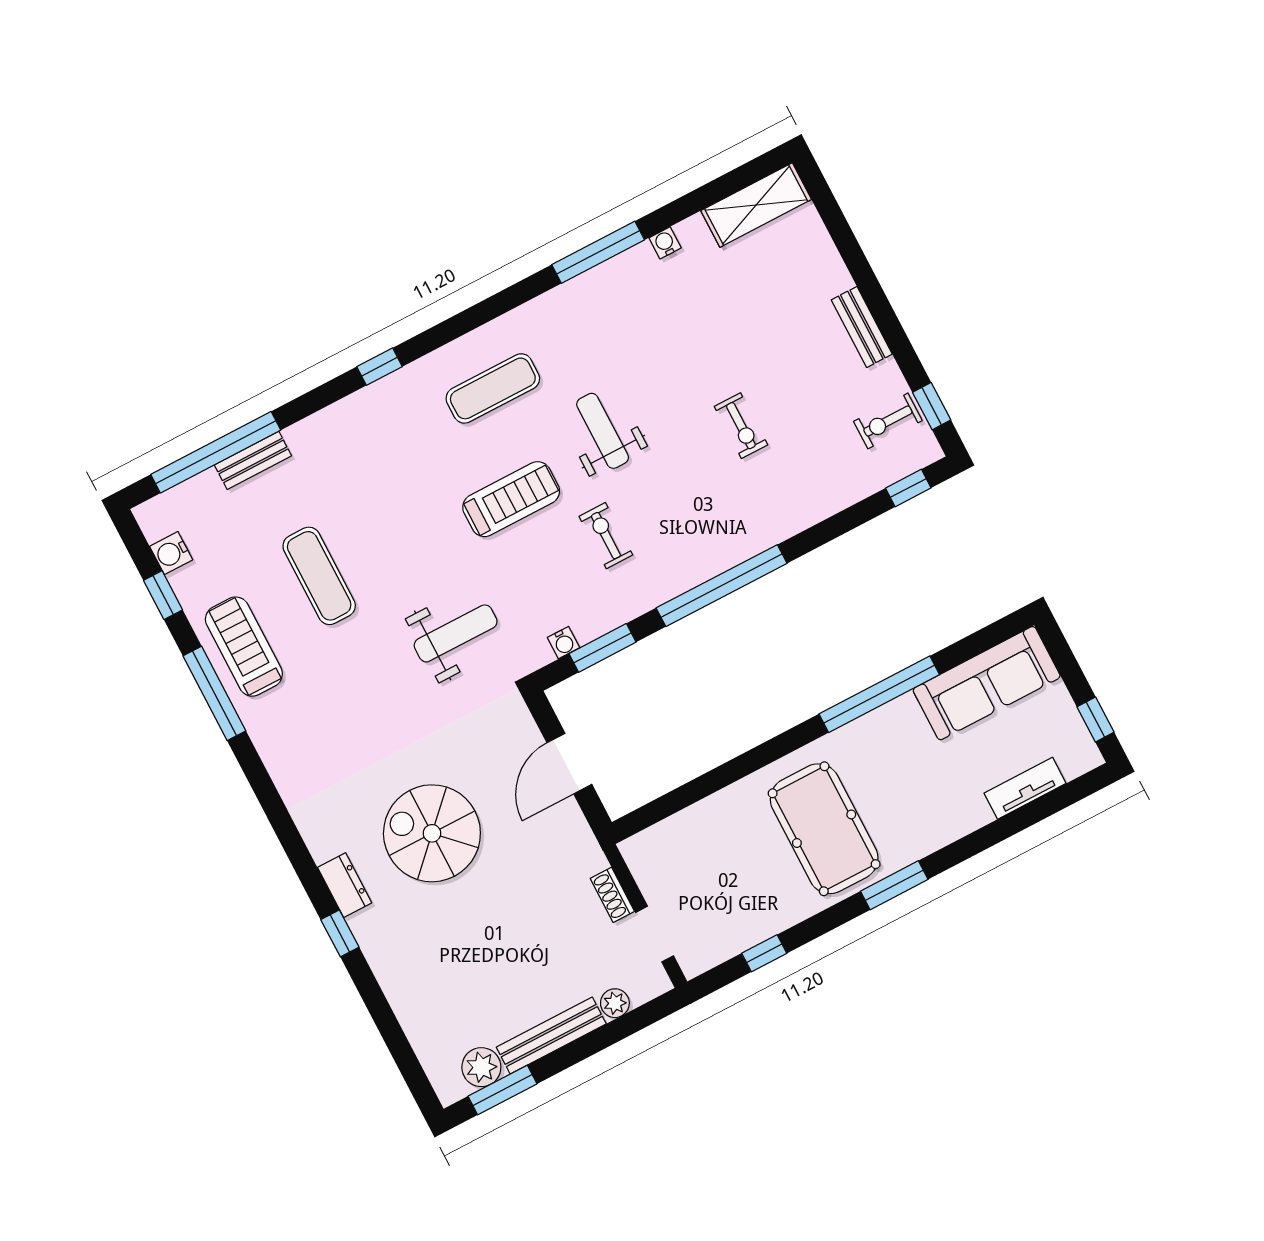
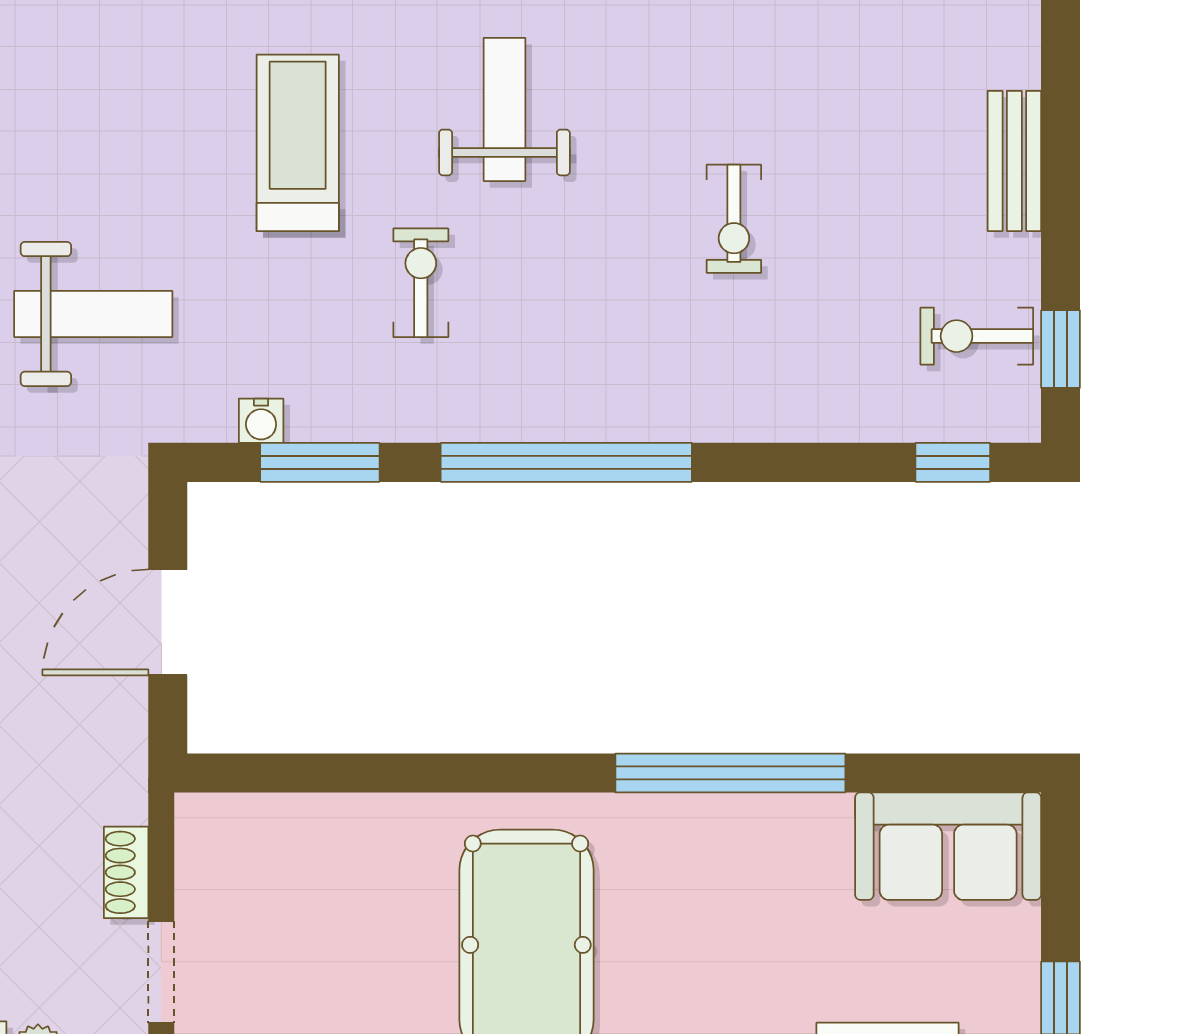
treadmill: (511, 499) -> (298, 143), turned -90
sofa: (987, 683) -> (948, 846), width x0.73

